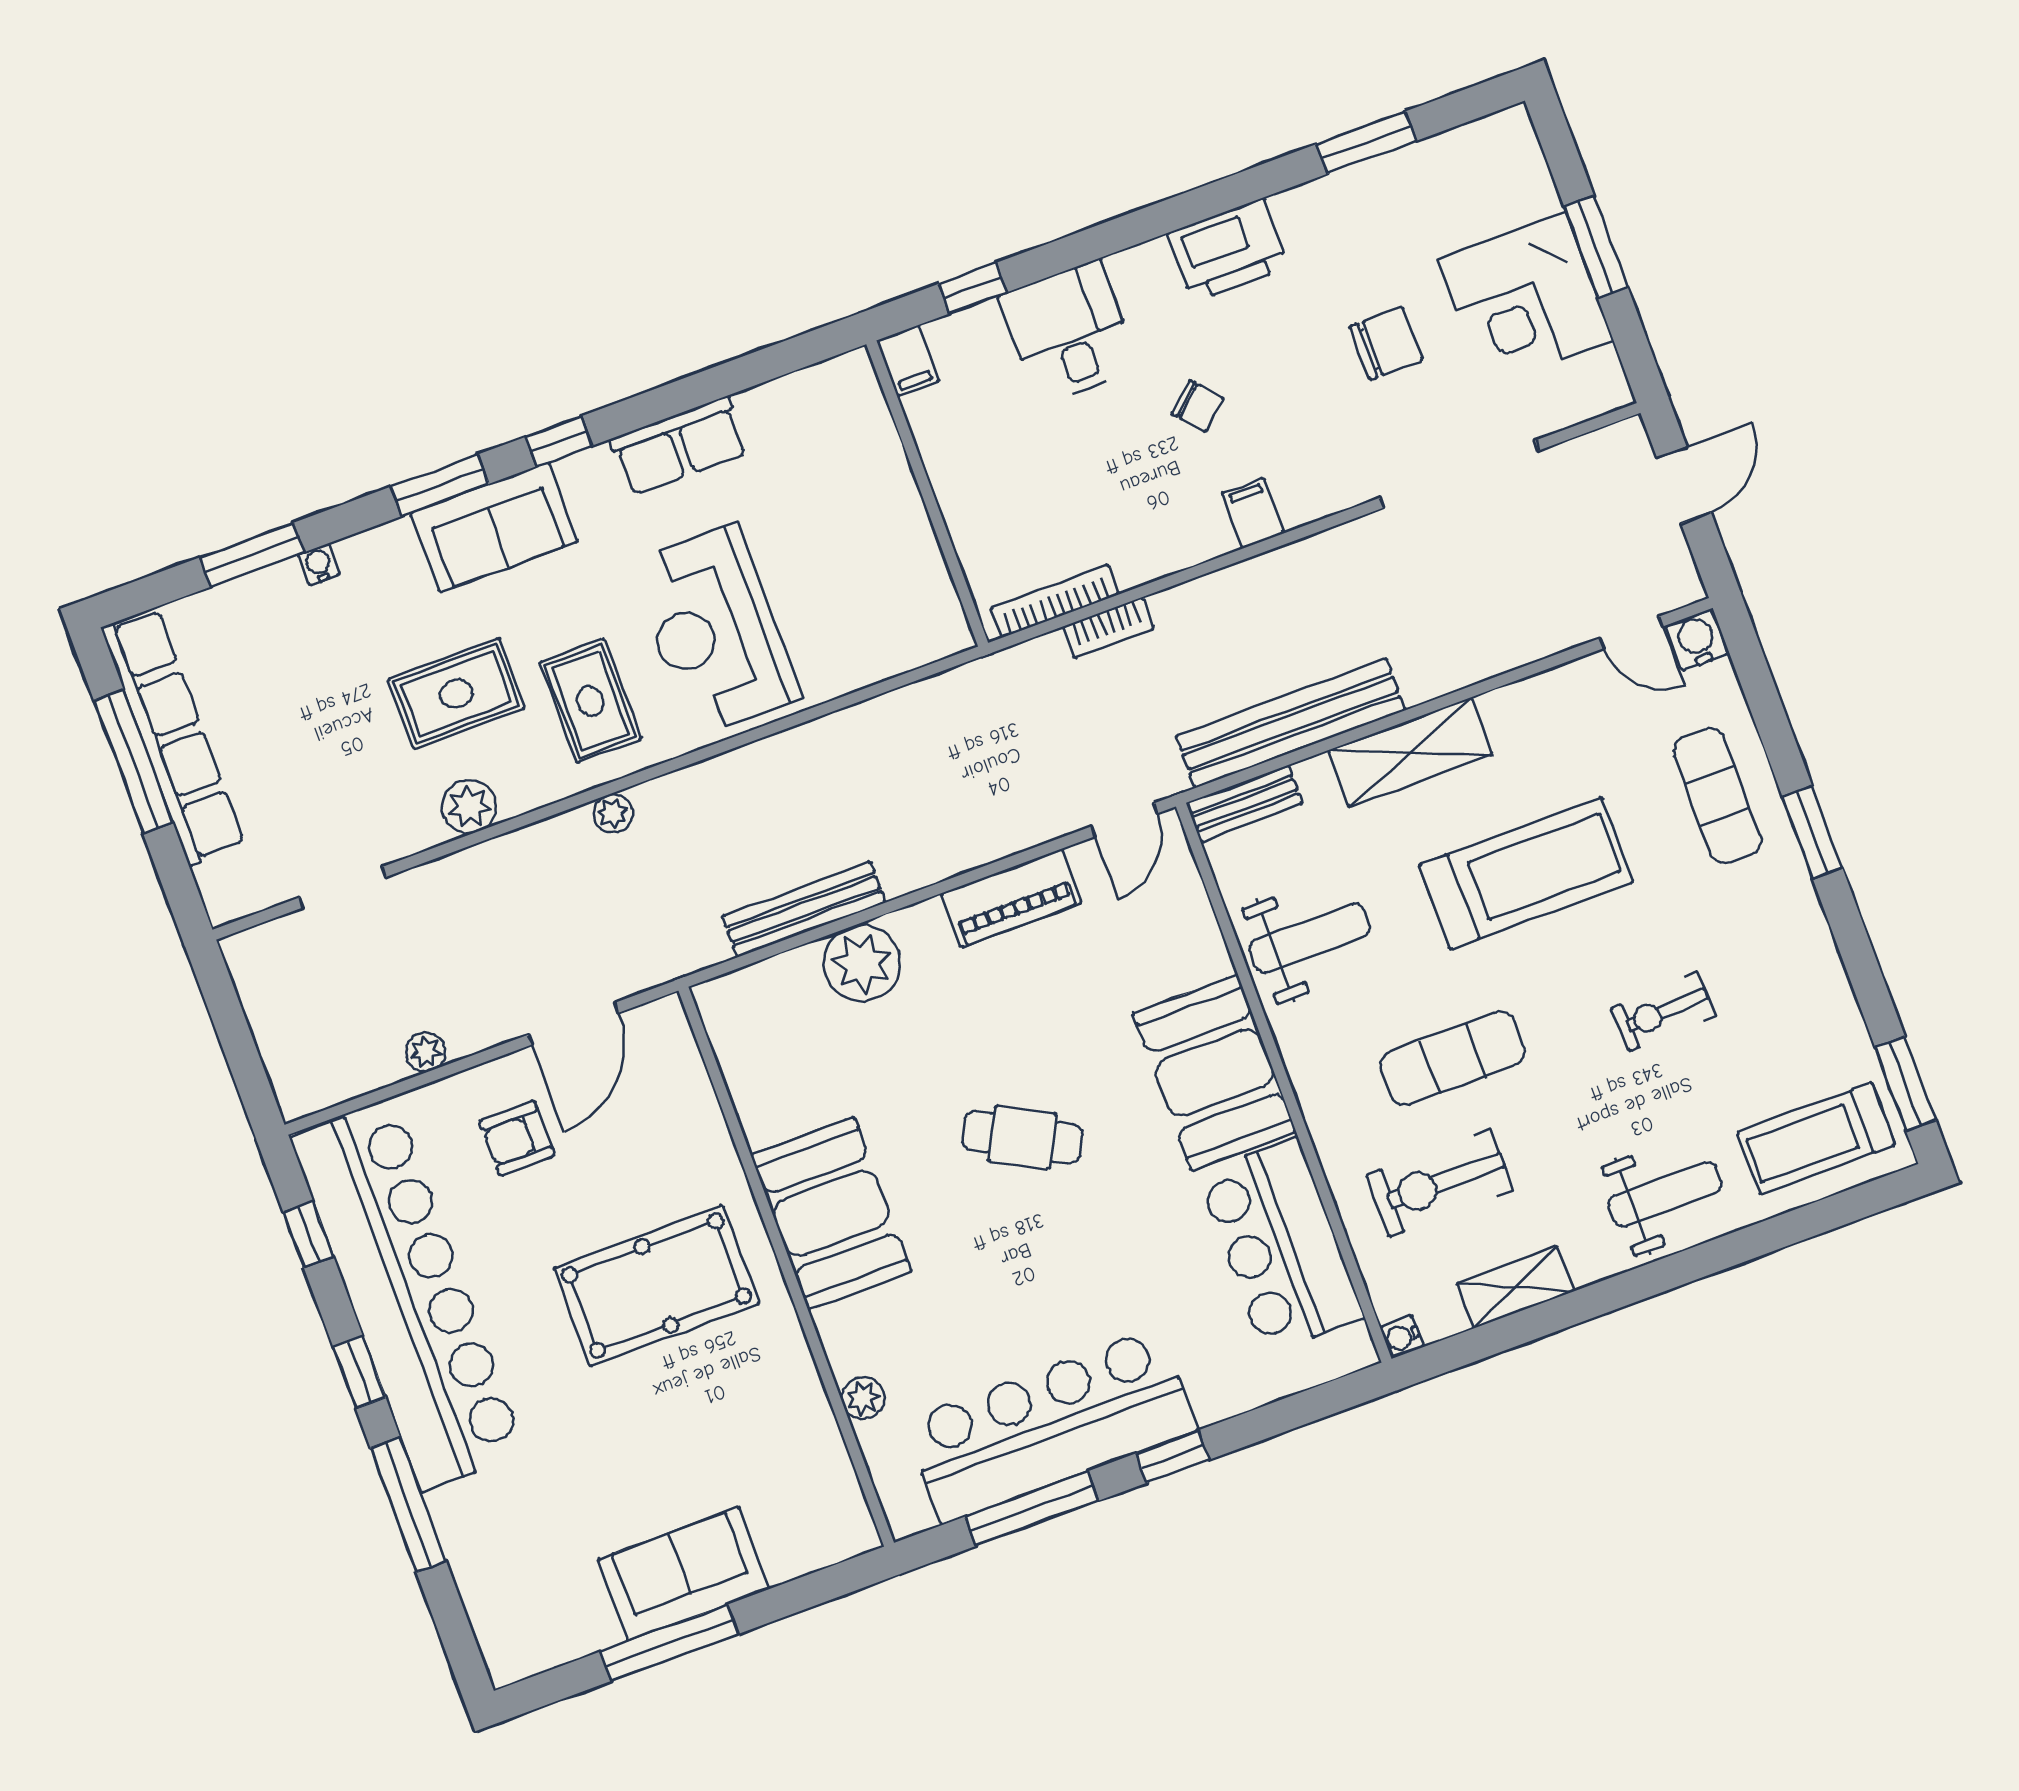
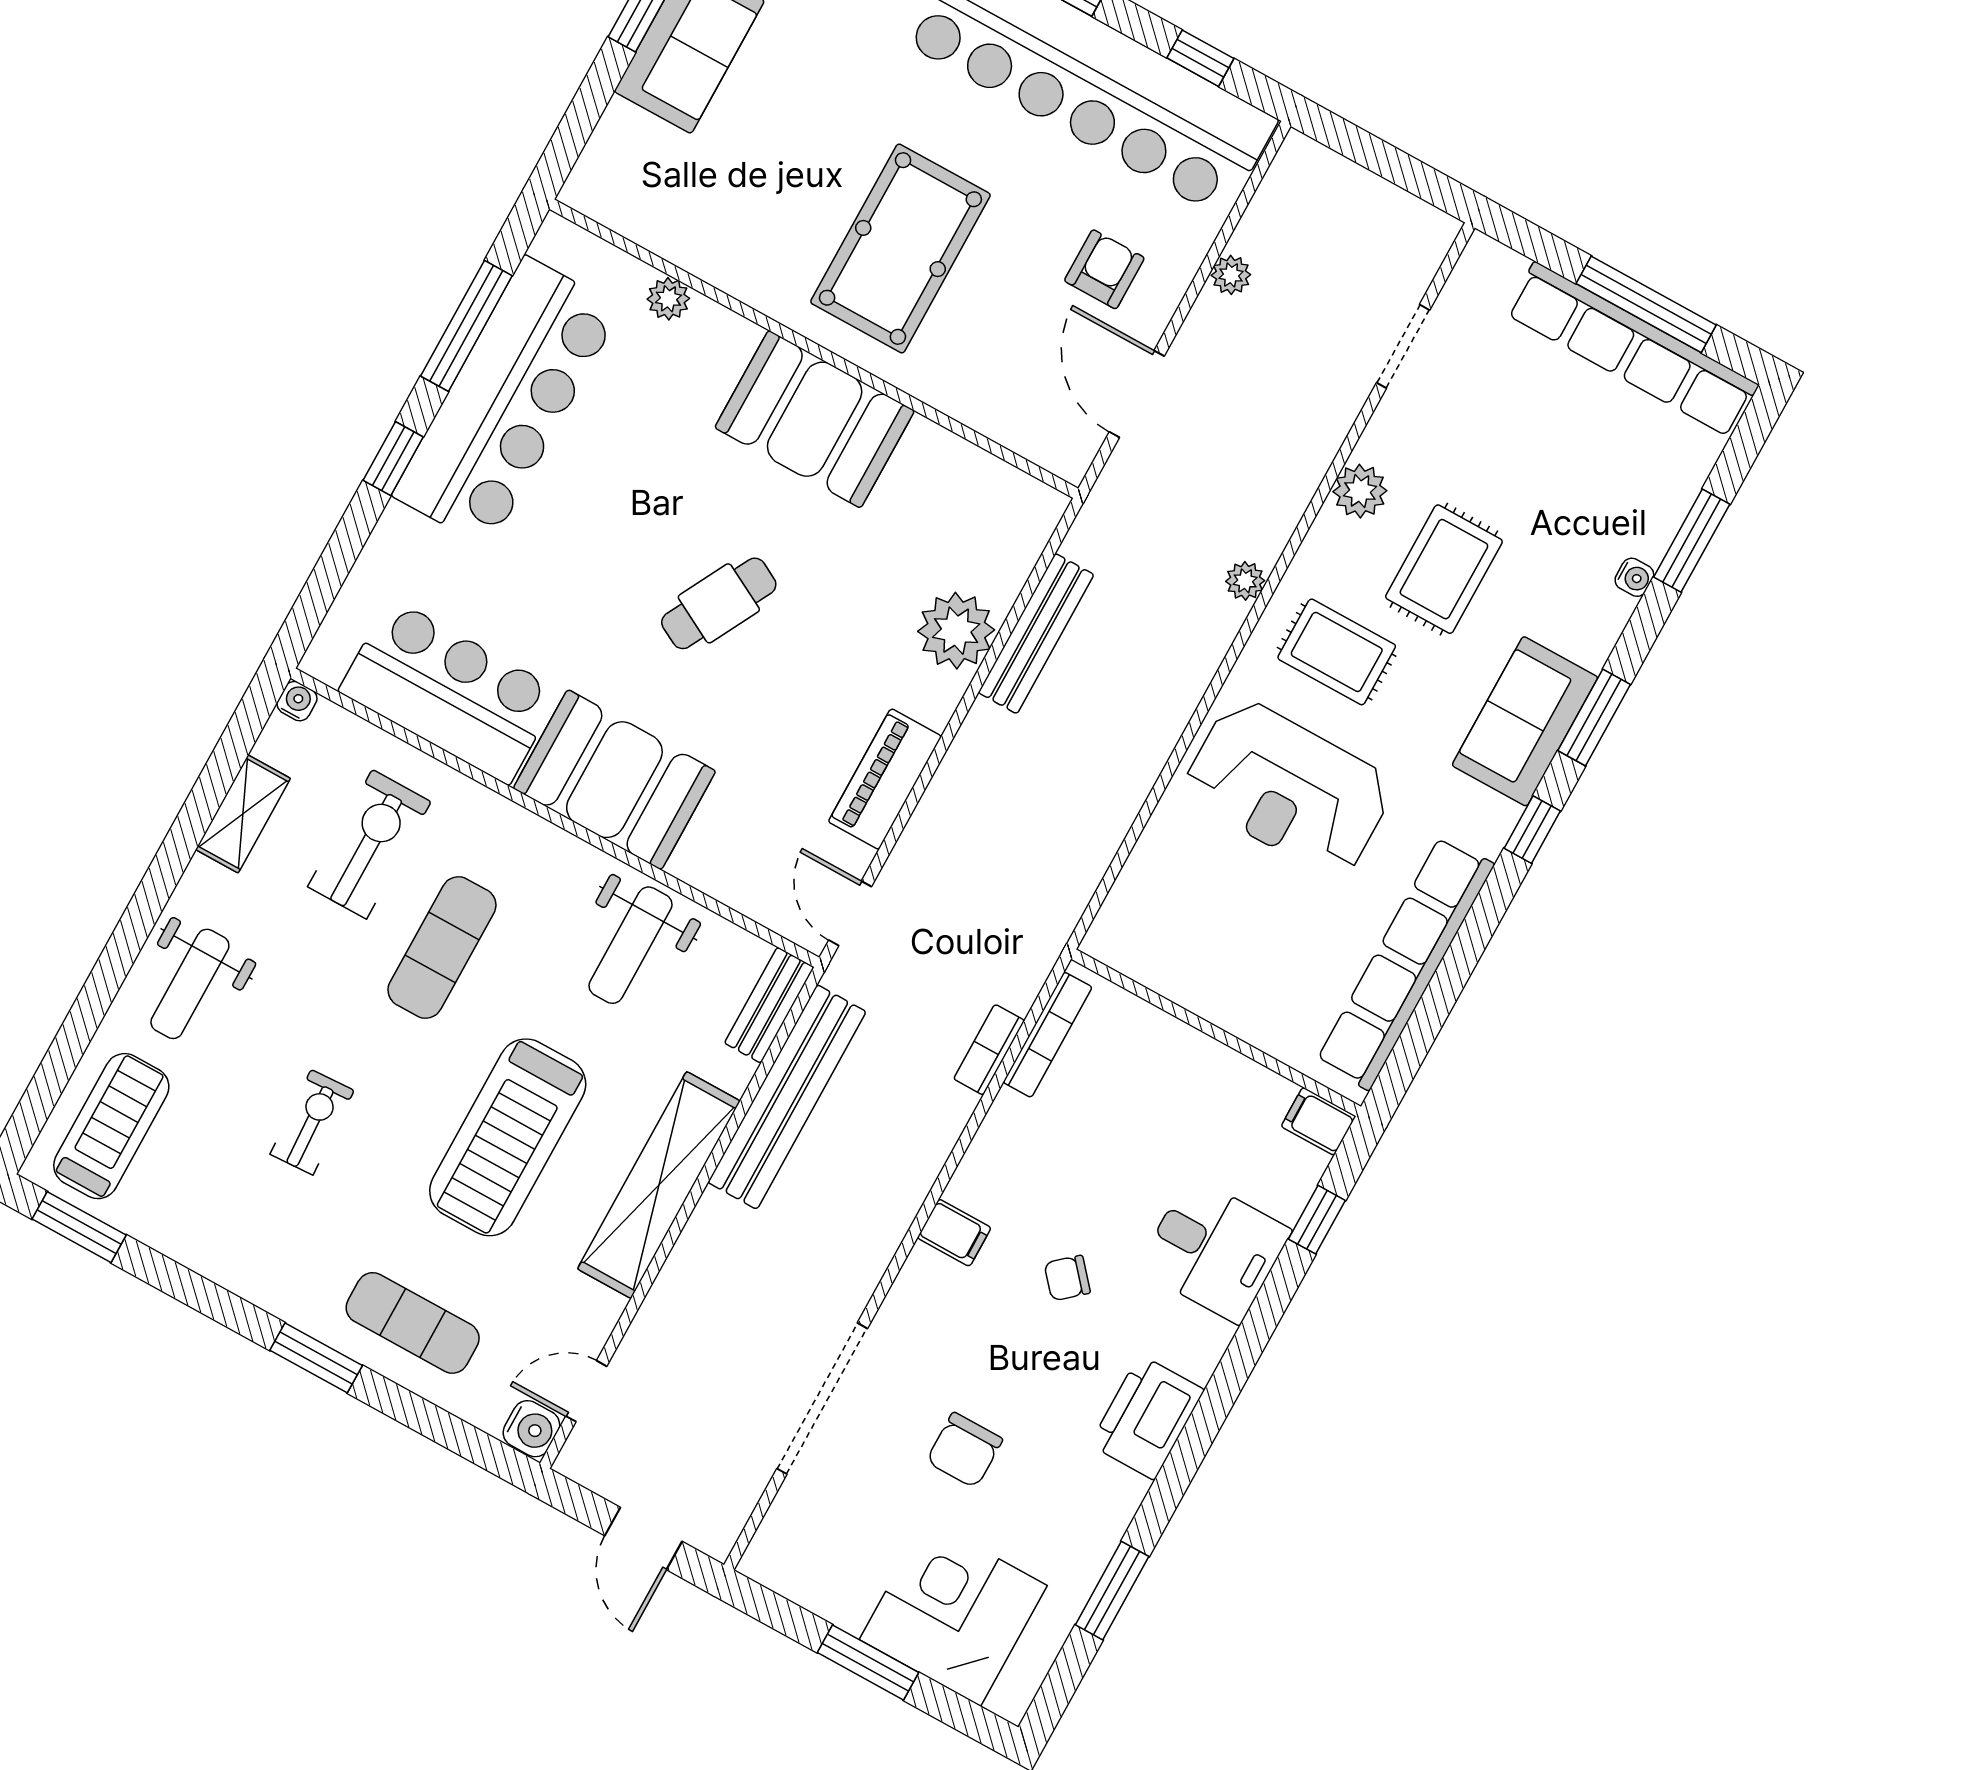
corner desk: (1526, 300) -> (953, 1613), moved
row of seats: (679, 446) -> (1405, 963), width x2.02
reception desk: (715, 630) -> (1288, 788), turned 180
shelving: (1410, 752) -> (659, 1185), width x1.47

